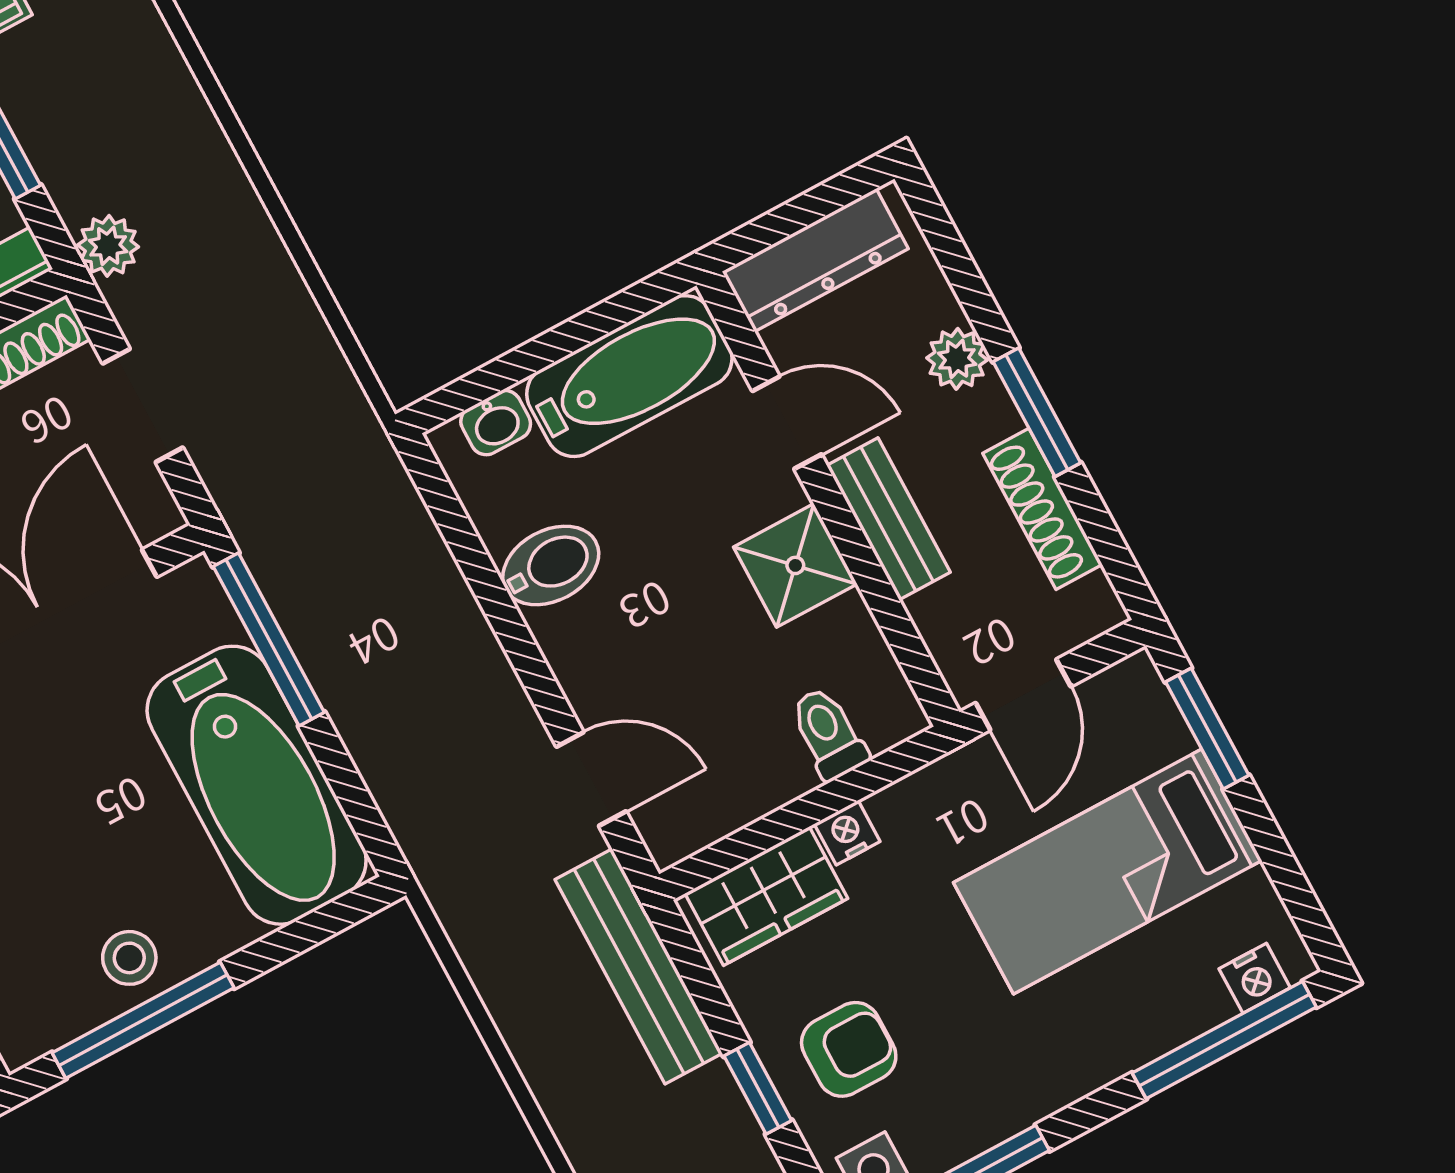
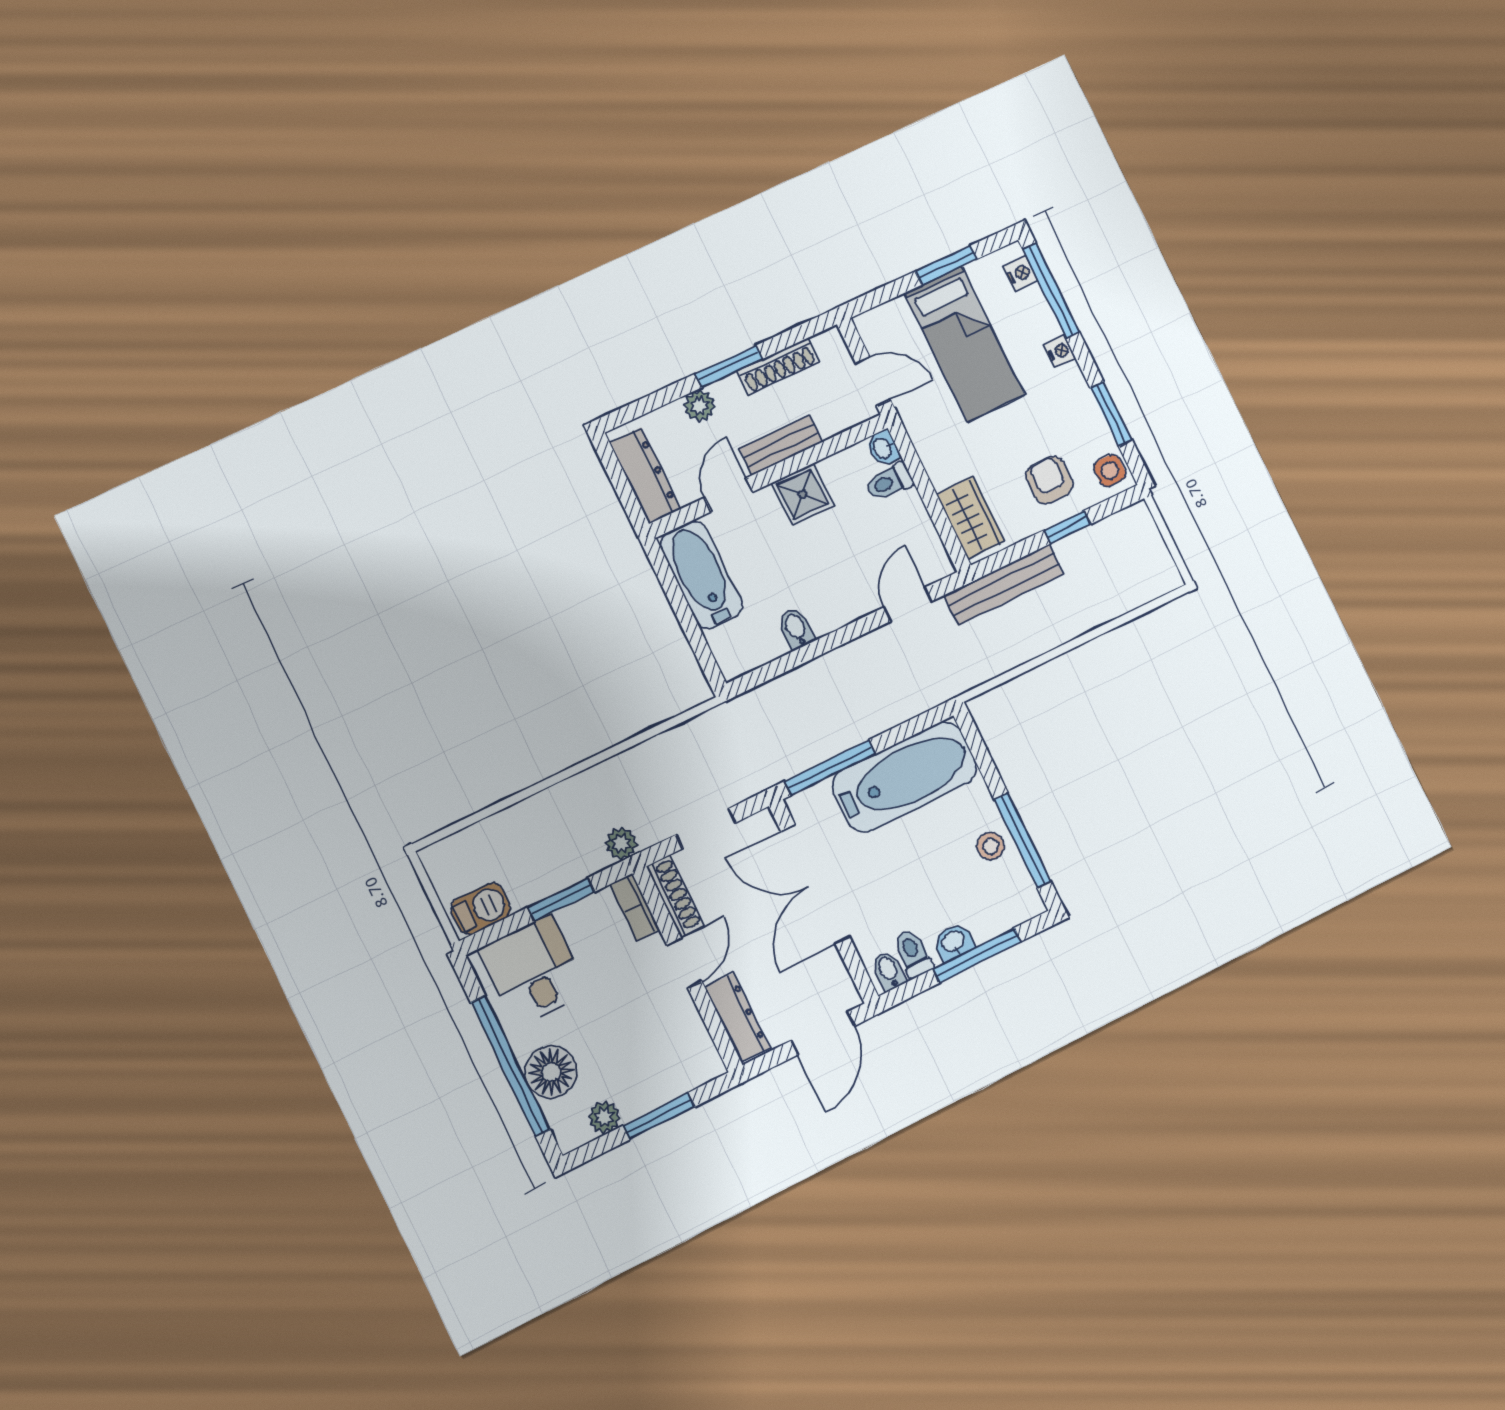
washbasin: (496, 423) -> (883, 448), moved, turned 180
bidet: (551, 565) -> (796, 628), width x0.72, depth x0.74
window: (1207, 729) -> (946, 265), moved
nightstand: (847, 833) -> (1060, 351), moved, turned 180

